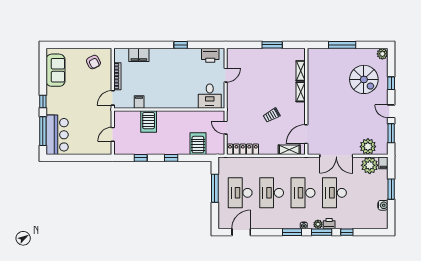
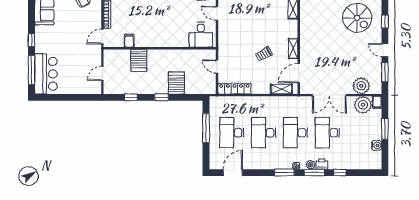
door: (226, 75) -> (217, 13), swing flipped
shelving: (301, 92) -> (293, 49), moved
server rack: (198, 144) -> (176, 83), moved

